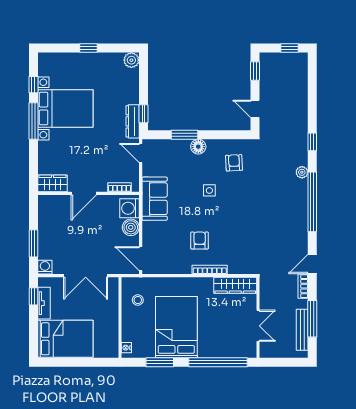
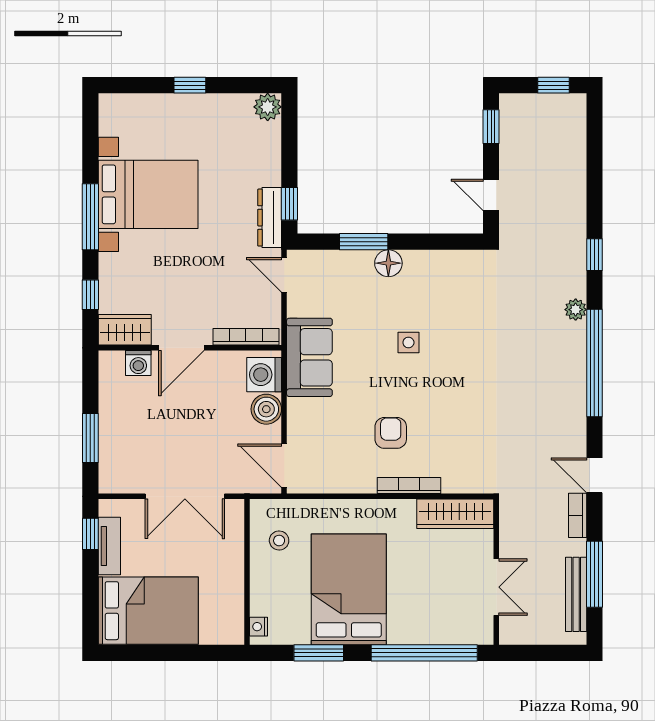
window: (33, 85) -> (90, 295), moved
armchair: (234, 163) -> (453, 293), removed
bookcase: (119, 187) -> (246, 337), width x1.56
door: (312, 264) -> (594, 475), hinge flipped
washing machine: (45, 267) -> (138, 363), moved, turned 180

